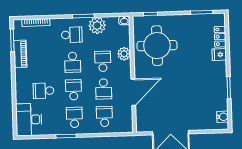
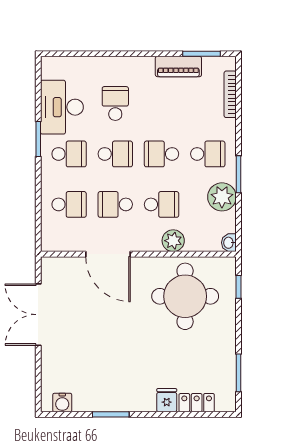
school desk: (72, 35) -> (208, 154), turned -90
desk: (29, 120) -> (62, 107), moved, turned -90

